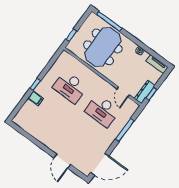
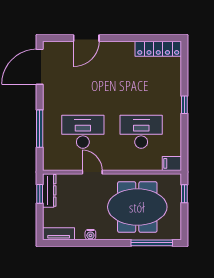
meeting table: (103, 47) -> (137, 207), turned 90
door: (123, 92) -> (92, 172), moved
filing cabinet: (36, 98) -> (172, 163), moved
locker: (27, 126) -> (158, 49), added
door: (62, 161) -> (86, 38), swing flipped

